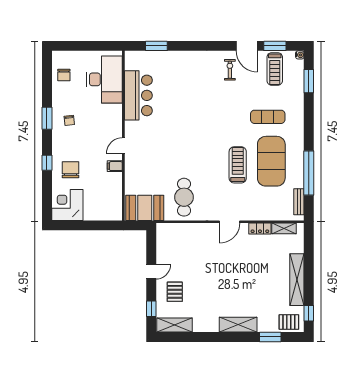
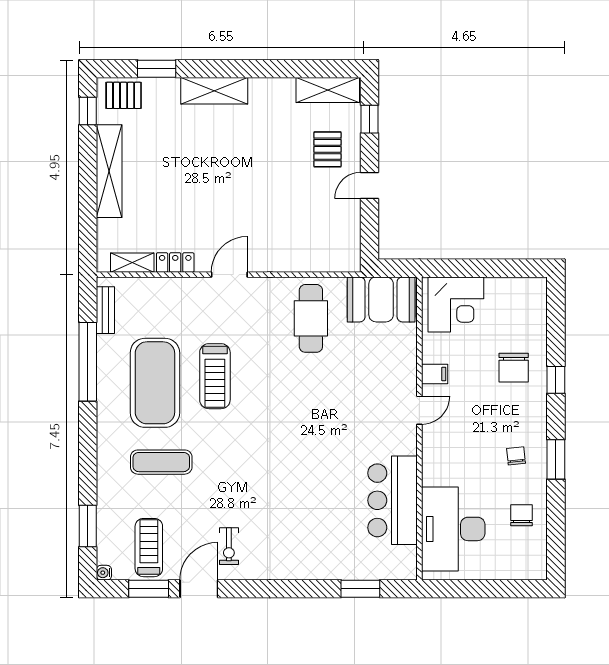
door: (247, 46) -> (199, 589), hinge flipped
chair: (64, 75) -> (521, 515), moved
corner desk: (67, 205) -> (456, 305), moved

